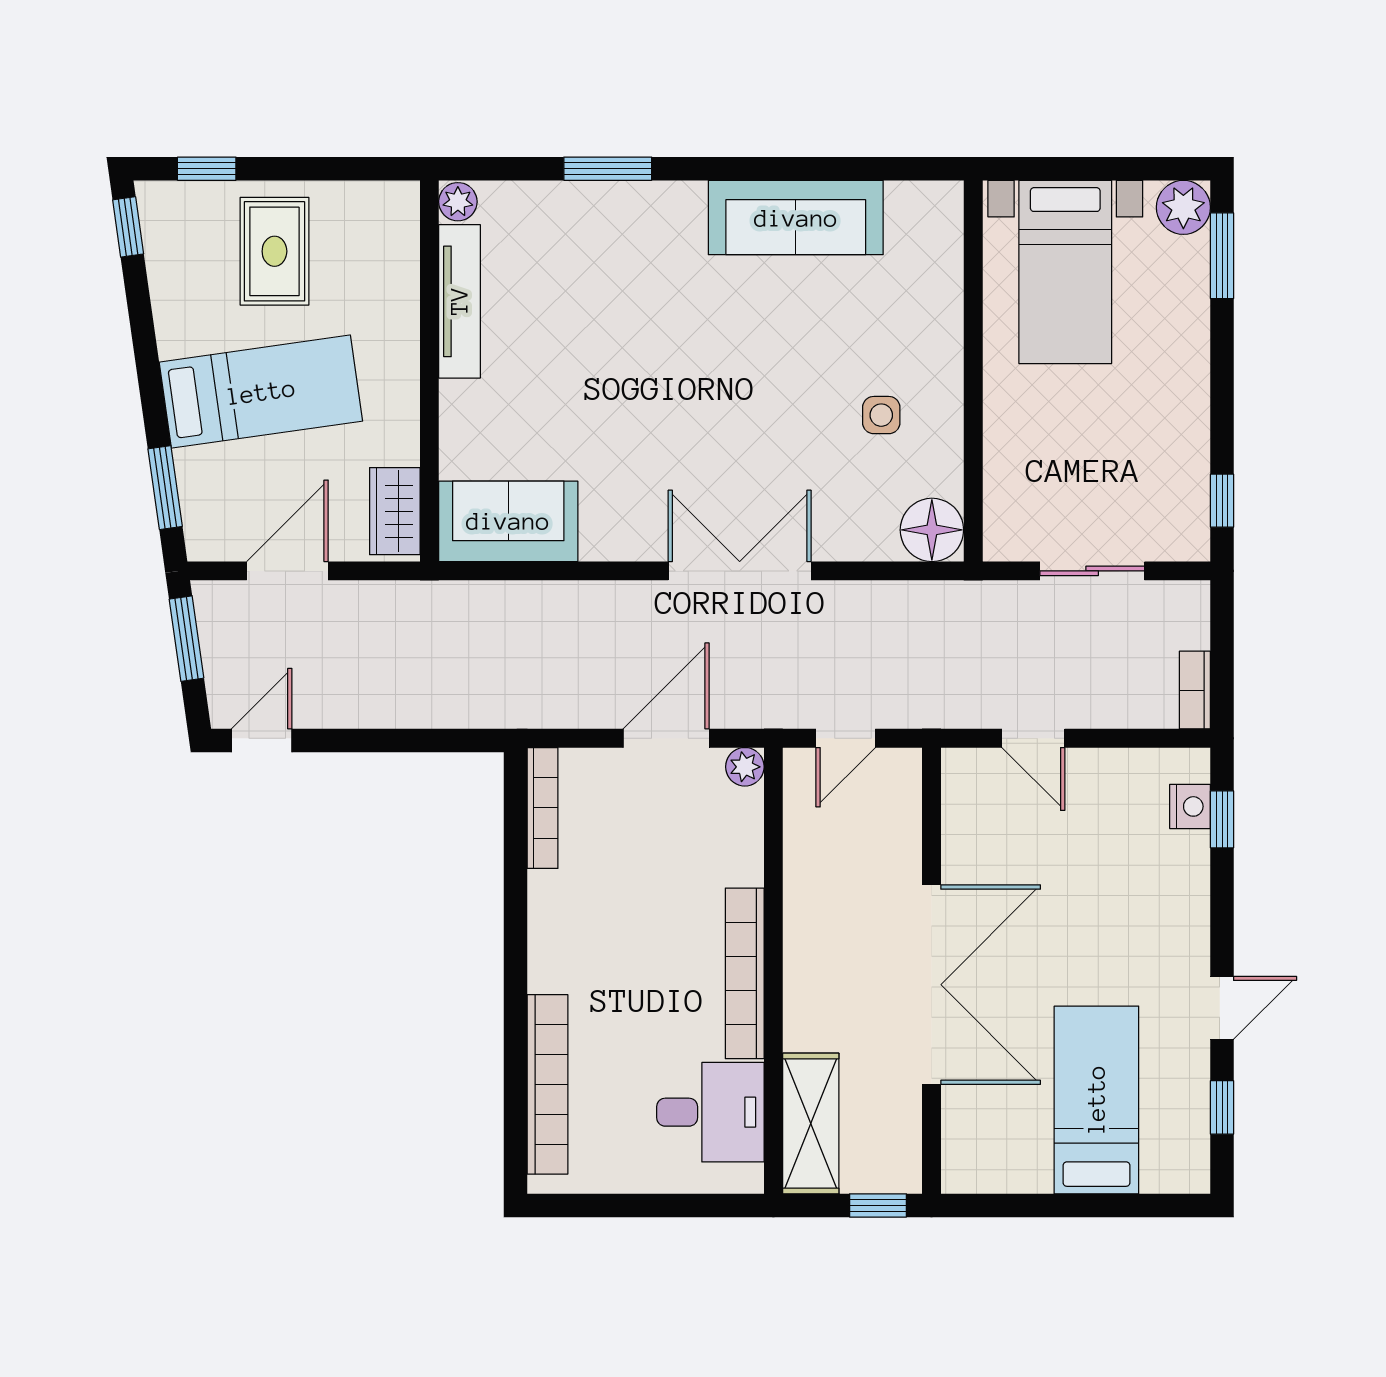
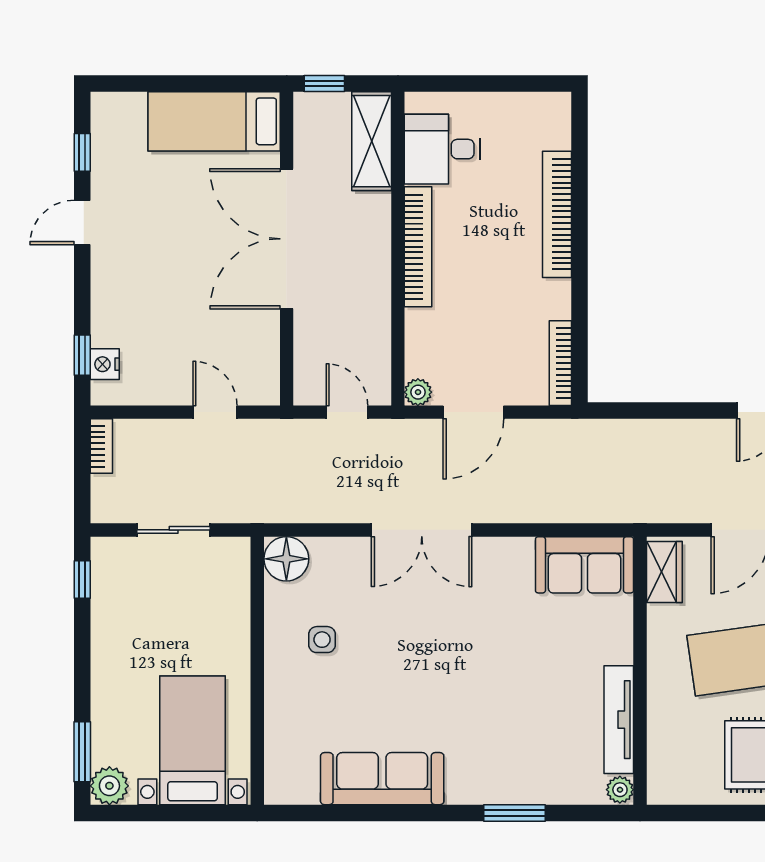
door: (846, 738) -> (347, 412), hinge flipped
bookcase: (547, 1084) -> (557, 214), moved
bed: (1096, 1100) -> (214, 121), moved, turned 90

